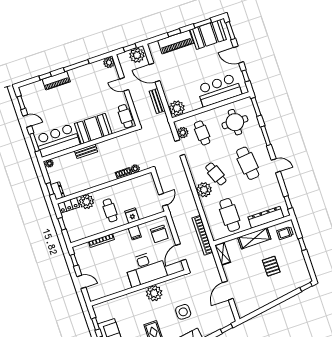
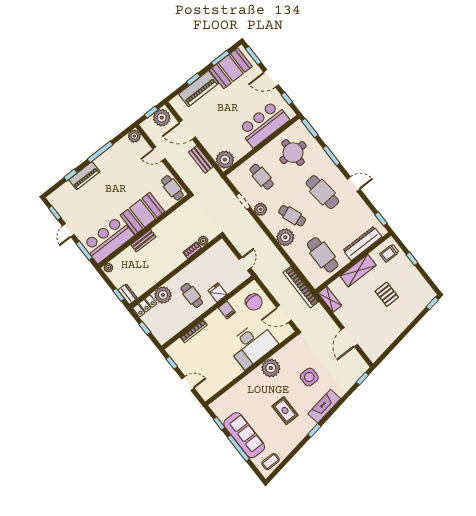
door: (27, 121) -> (68, 230), swing flipped
plant: (183, 133) -> (260, 209), moved
door: (181, 252) -> (284, 314), hinge flipped

